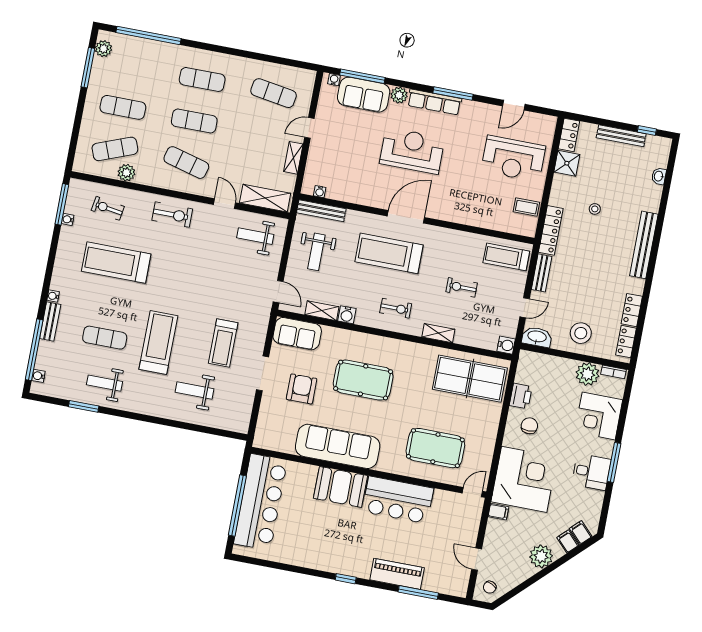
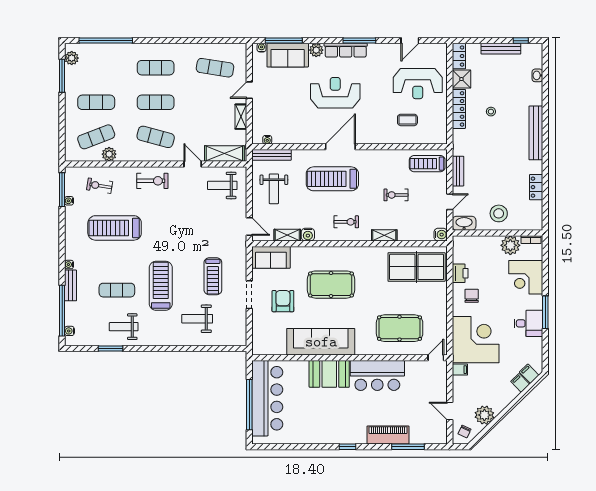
coffee table: (526, 207) -> (407, 120), moved
locker: (551, 230) -> (459, 109), moved
locker: (626, 342) -> (536, 213), removed
plant: (541, 556) -> (484, 415), moved

